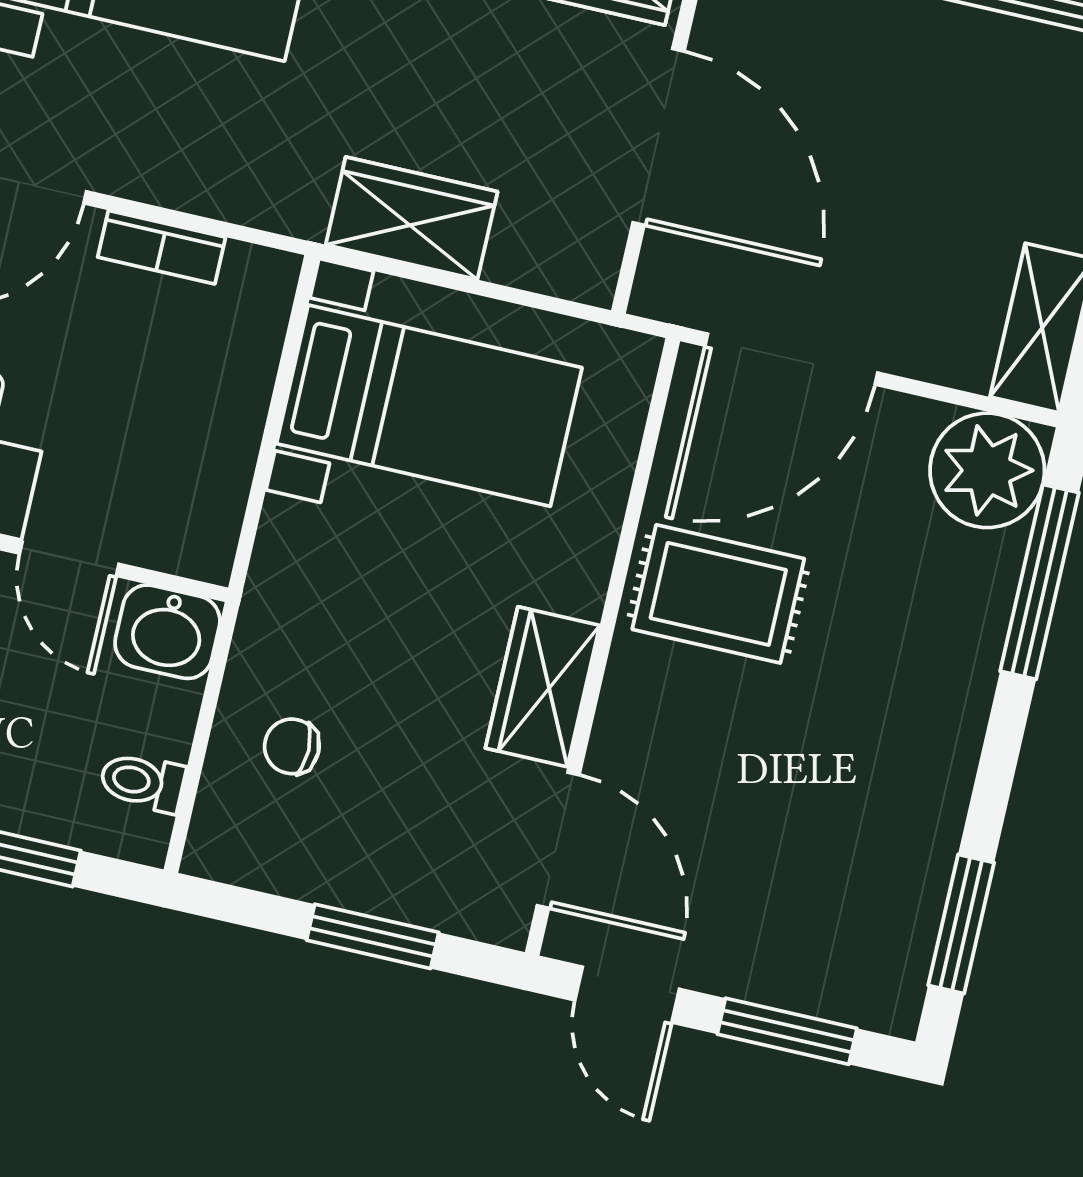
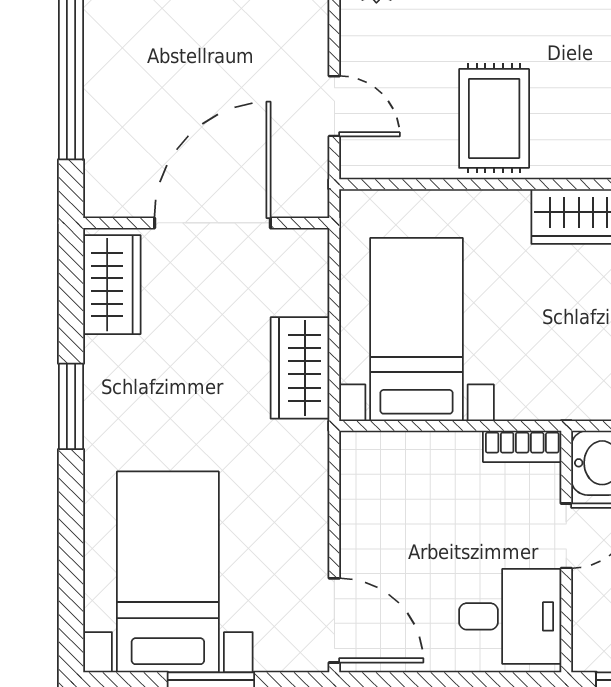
bookcase: (162, 247) -> (522, 446), moved, turned 90
door: (791, 359) -> (334, 106), width x0.53

